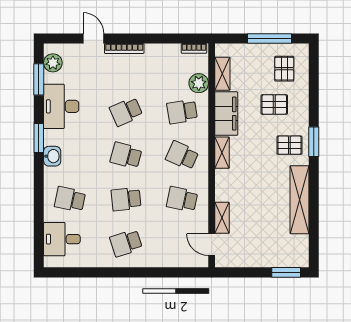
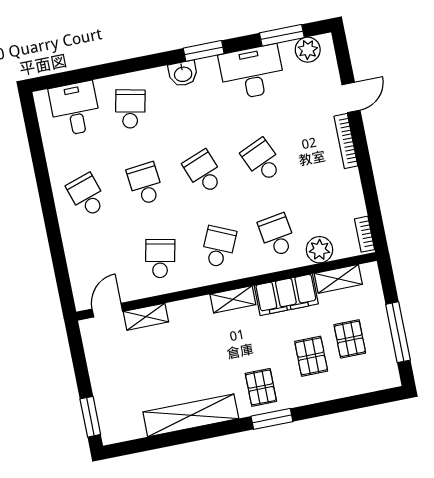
pallet: (284, 69) -> (350, 339), moved, turned 90
school desk: (126, 155) -> (204, 172), turned -36

